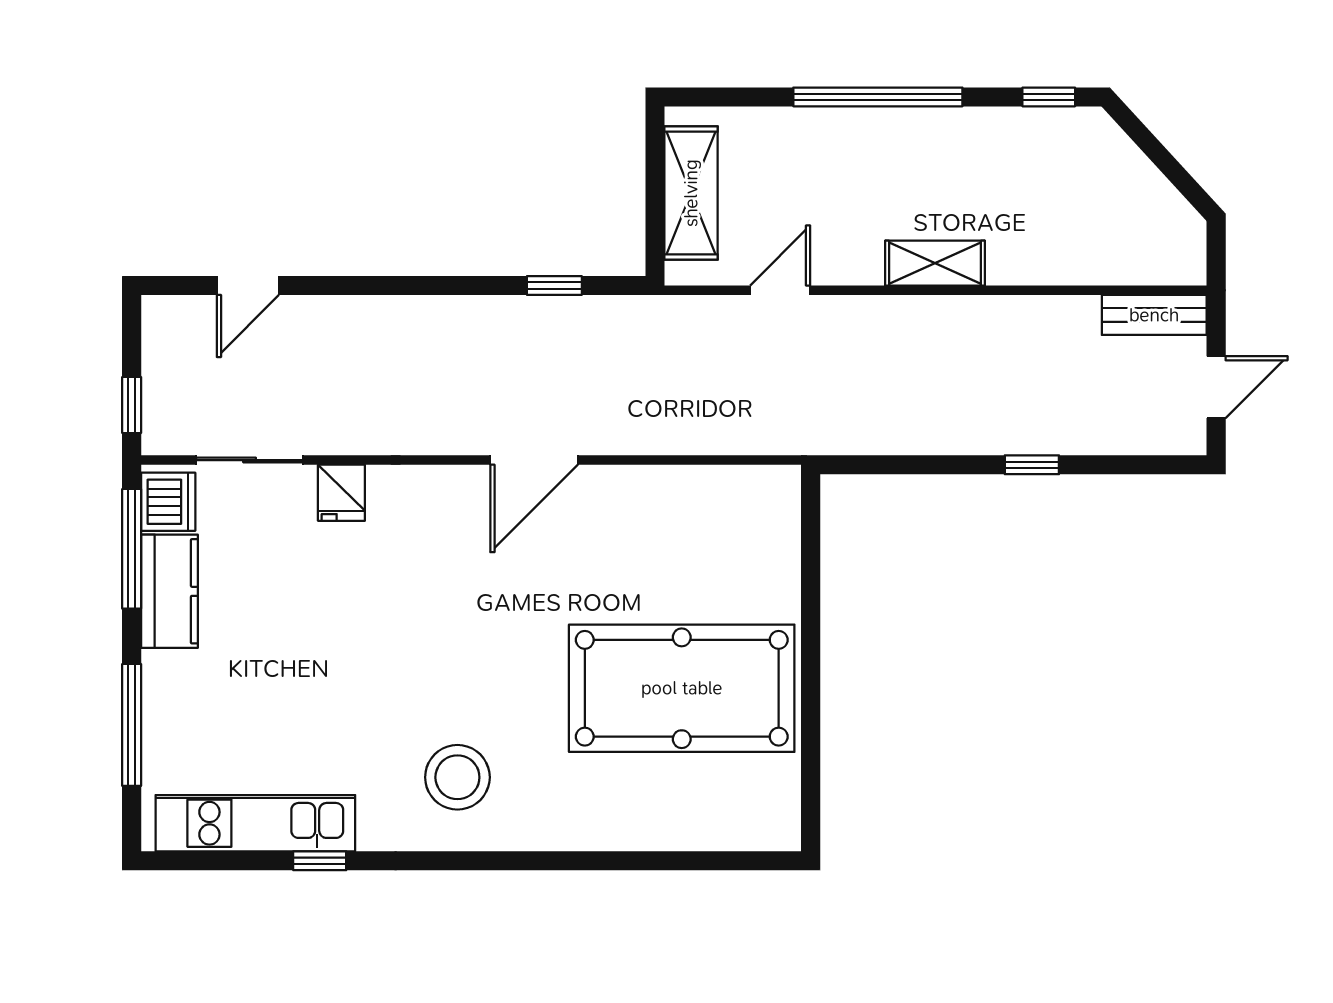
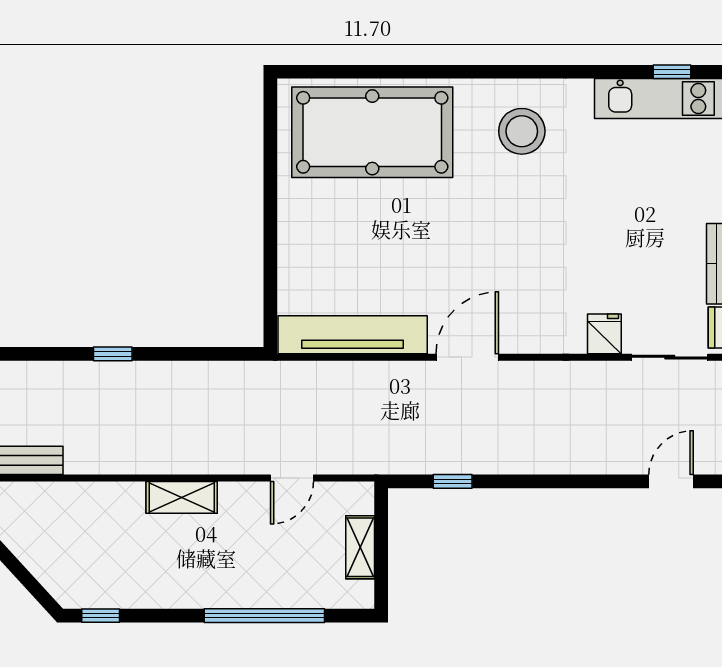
window: (878, 97) -> (264, 616), moved
shelving: (691, 193) -> (360, 547), width x0.67, depth x0.75
tv unit: (695, 491) -> (353, 335), added
pool table: (682, 688) -> (372, 132), moved
window: (320, 861) -> (672, 72), moved

